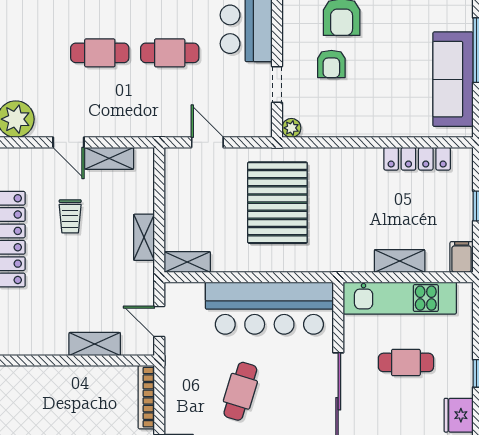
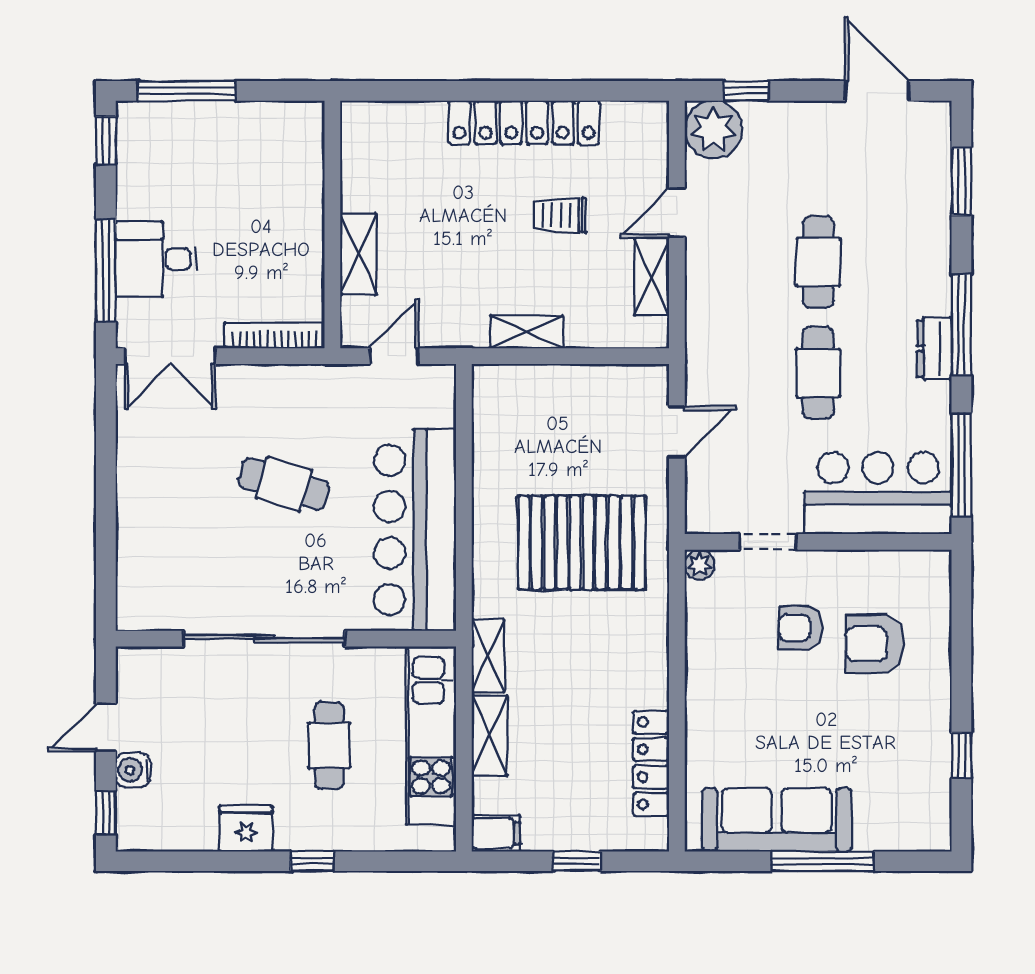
shelving: (187, 262) -> (488, 656), moved

